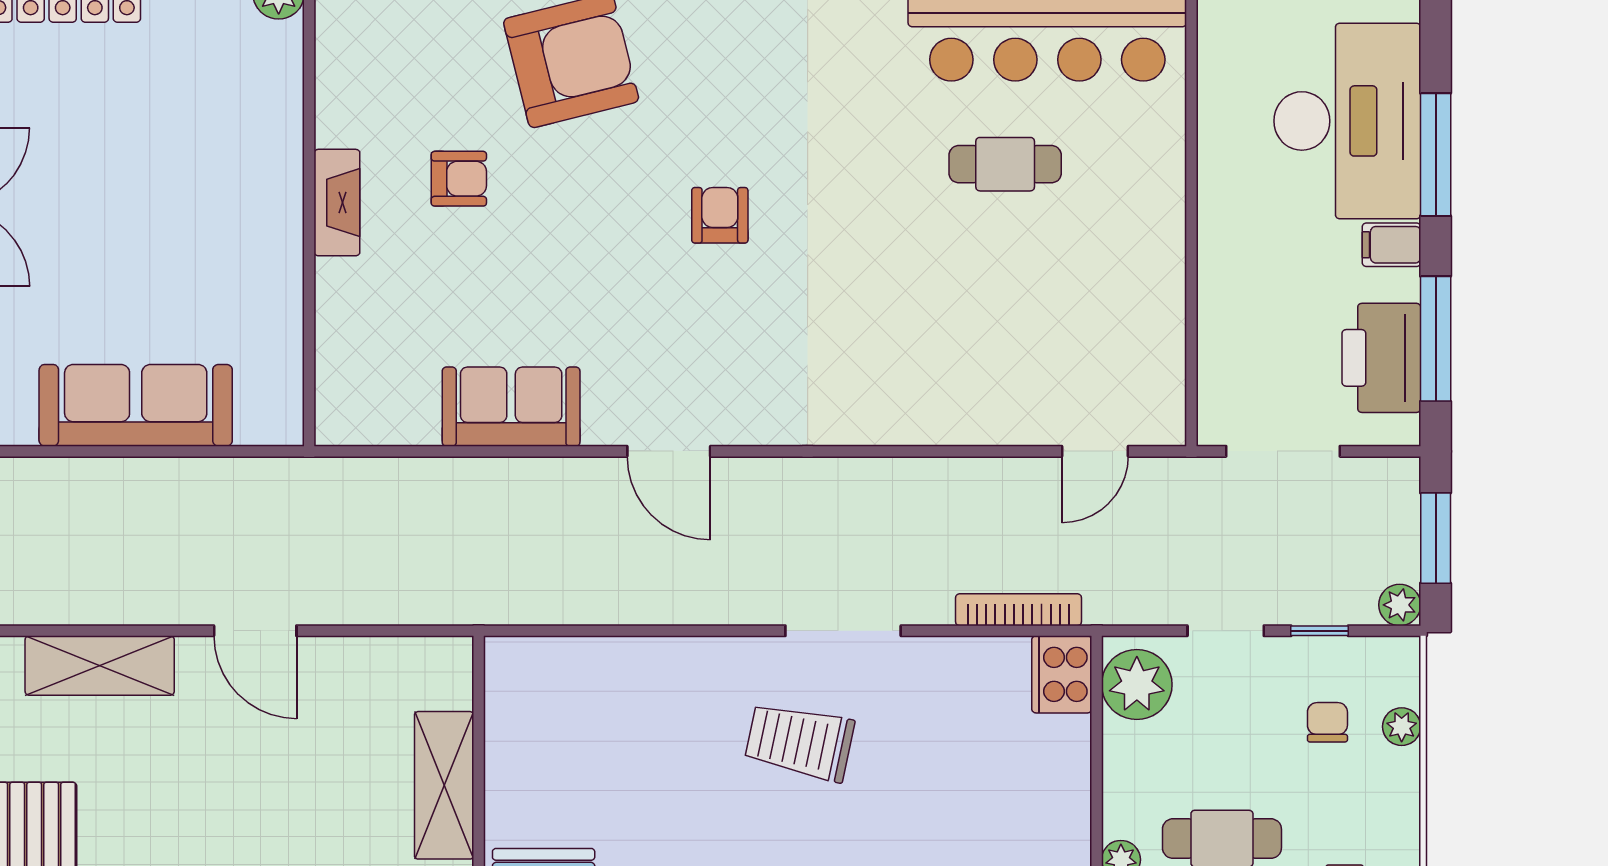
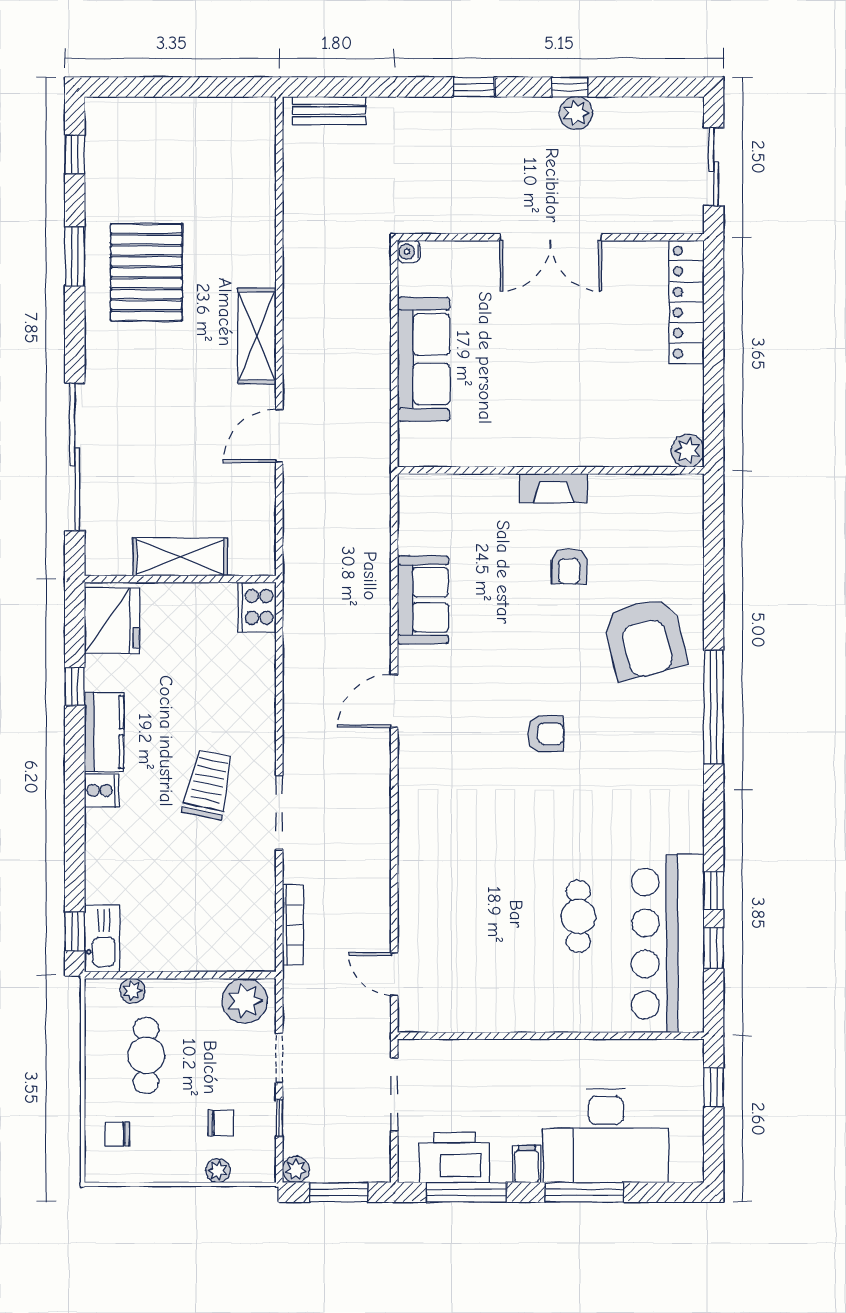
cooker: (1062, 674) -> (257, 607), moved, turned -90

